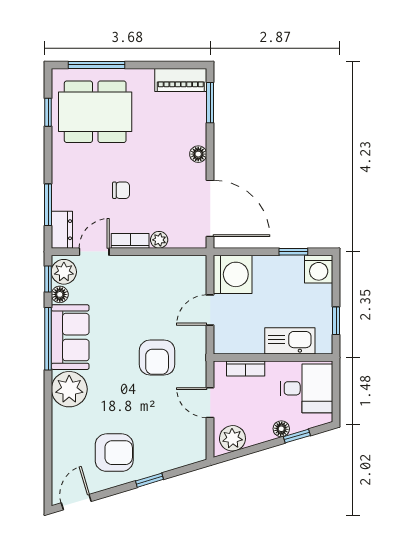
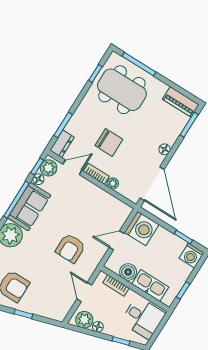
chair: (121, 190) -> (109, 142), width x1.87, depth x1.87
boiler: (250, 341) -> (128, 272), added
floor lamp: (281, 429) -> (98, 327), moved

